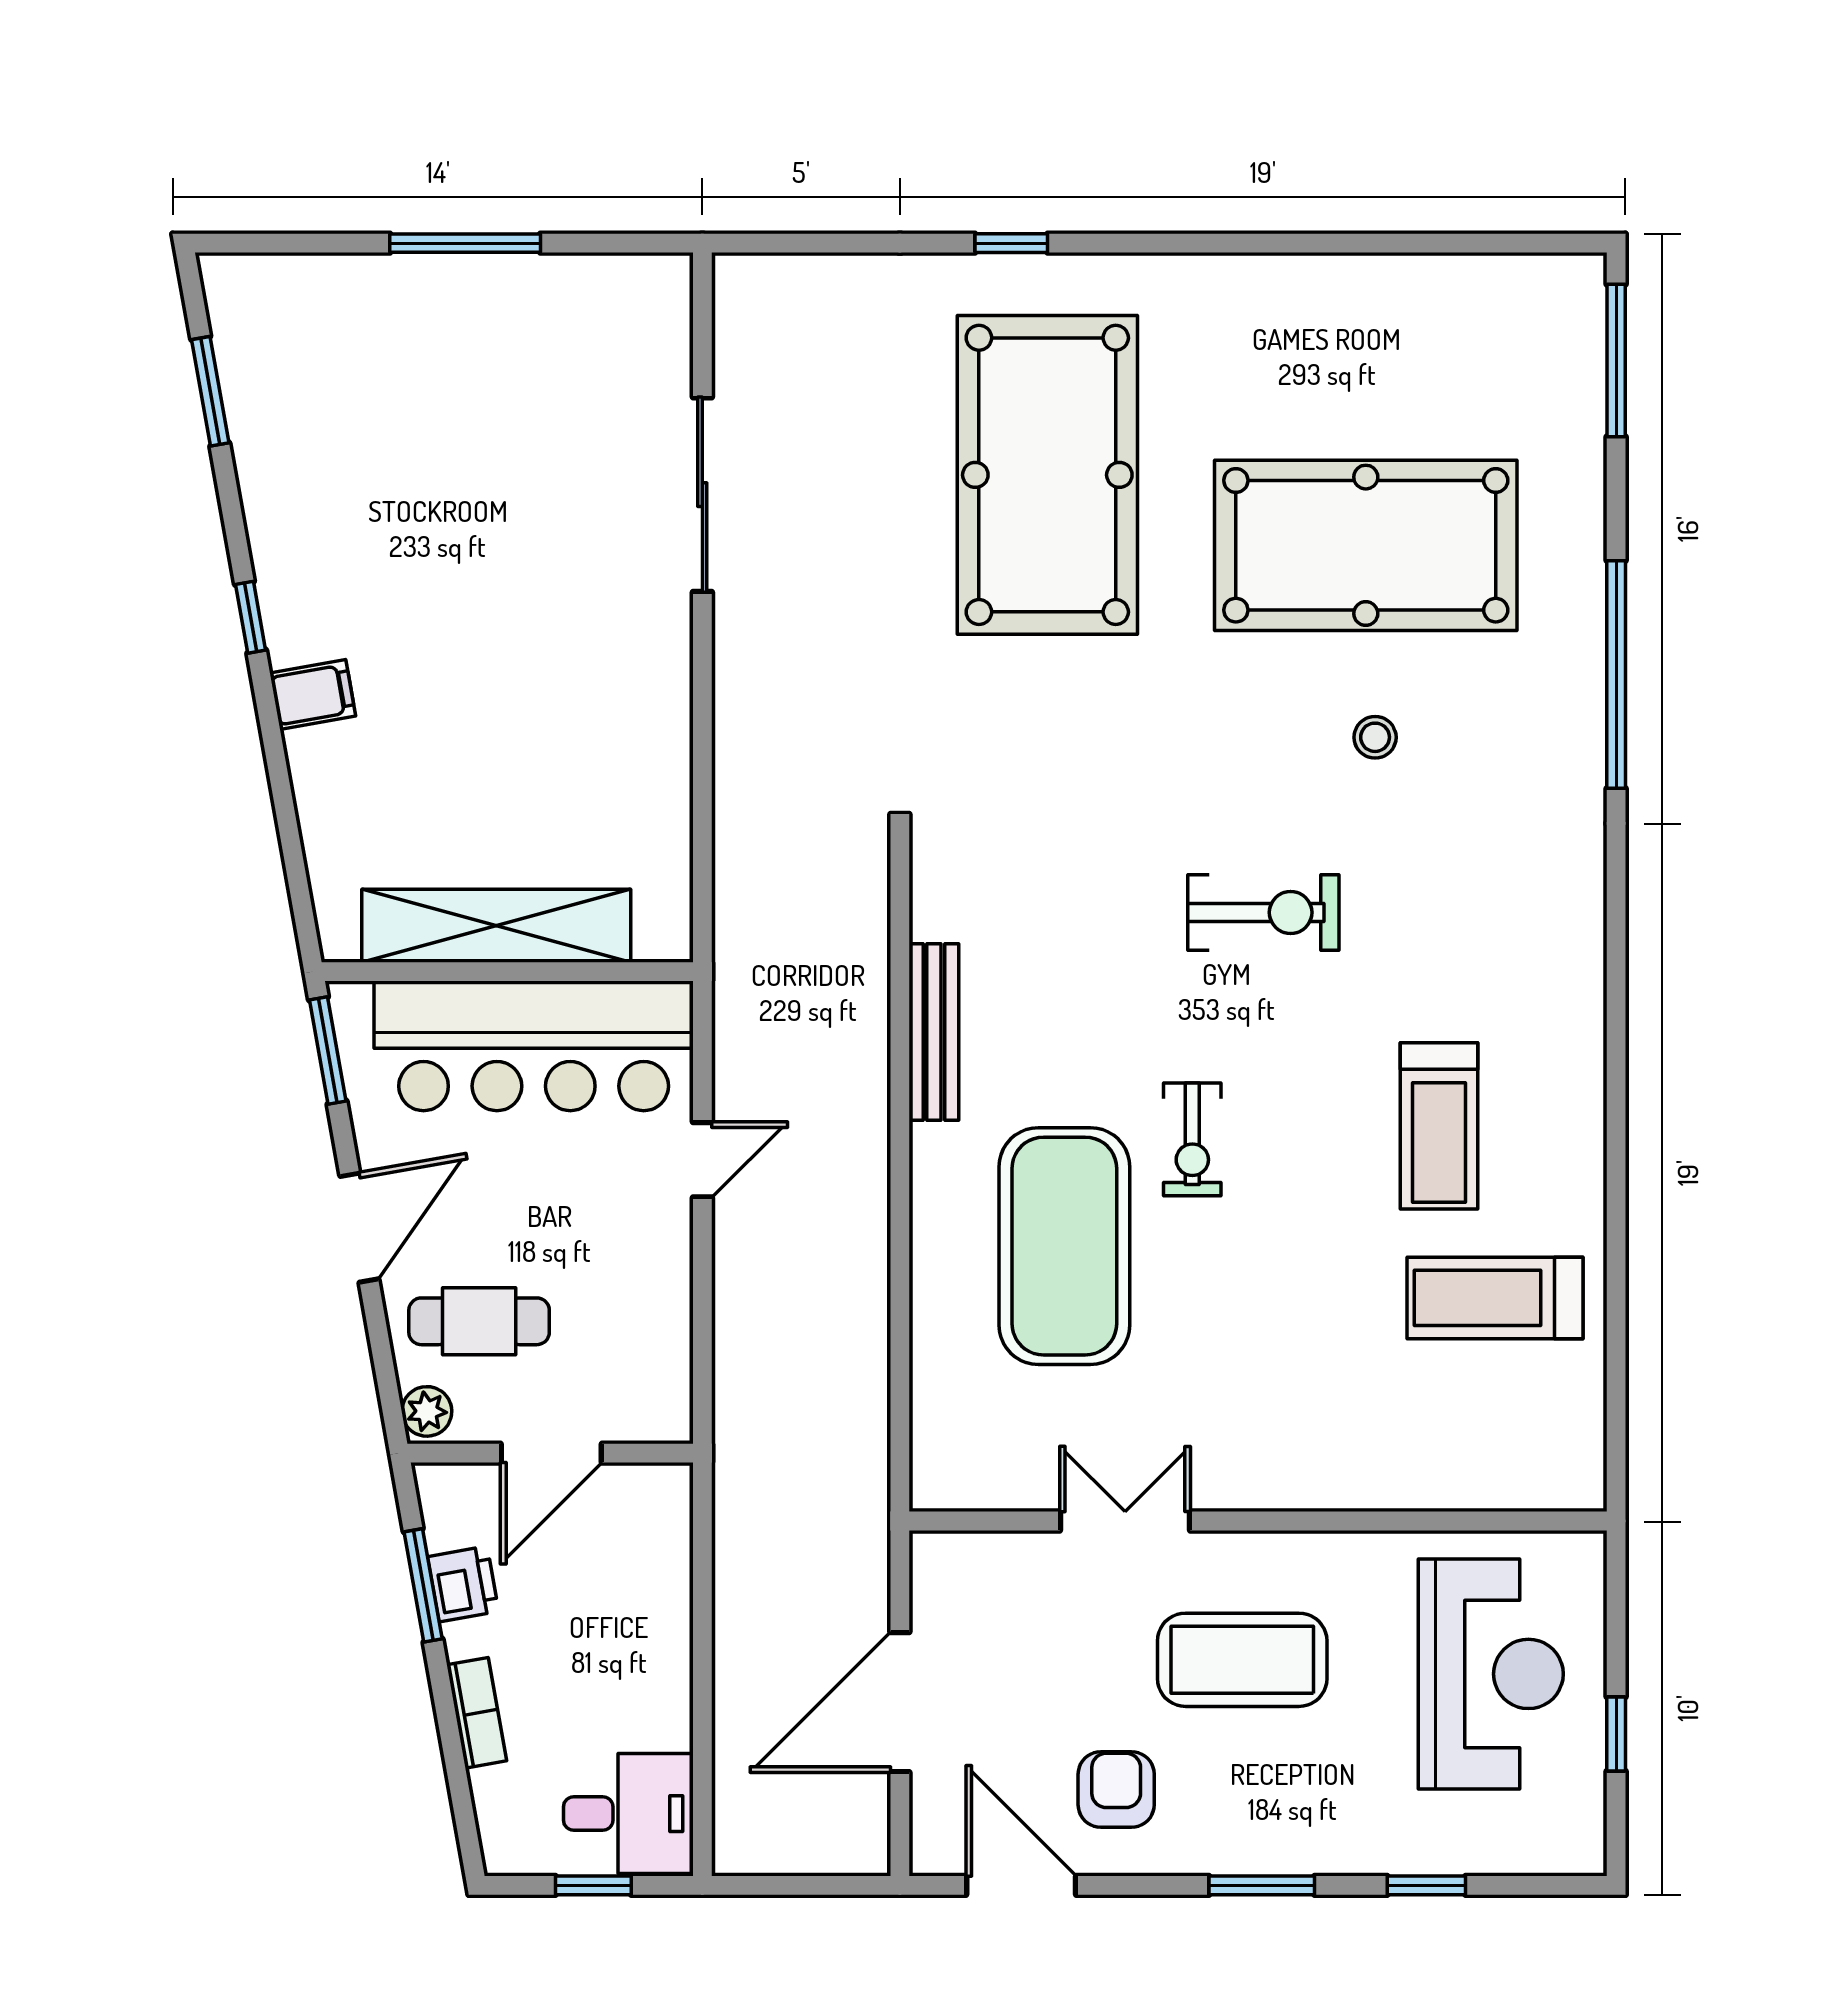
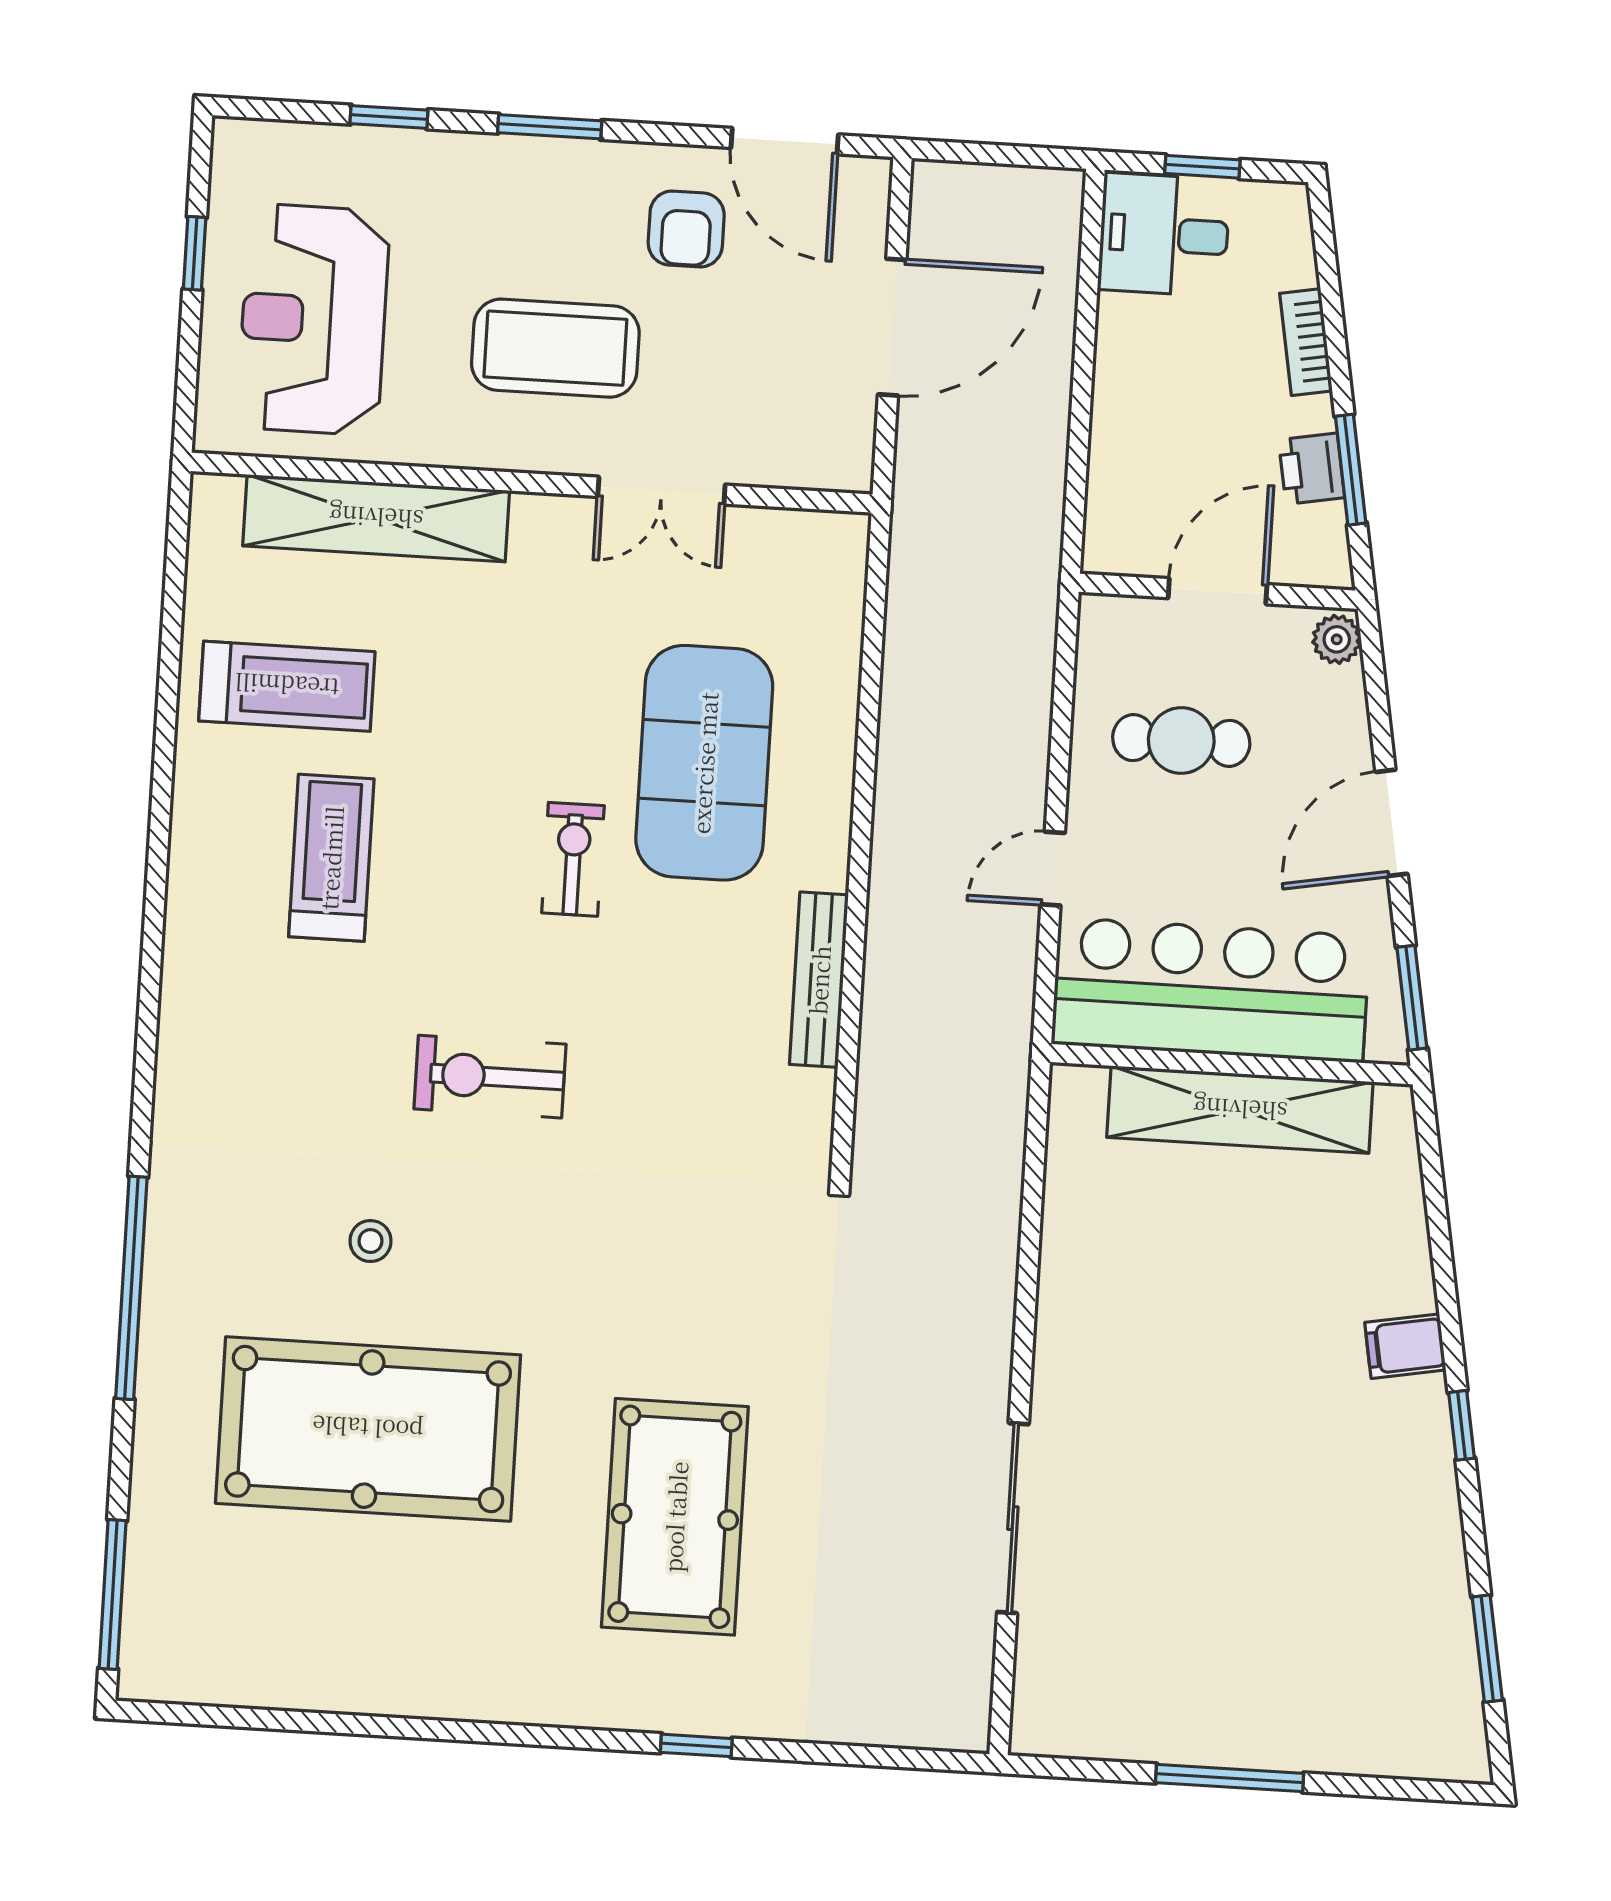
pool table: (1047, 475) -> (675, 1517), width x0.73, depth x0.76
cafe table: (479, 1321) -> (1181, 740), moved
shelving: (1414, 1475) -> (376, 518), added

